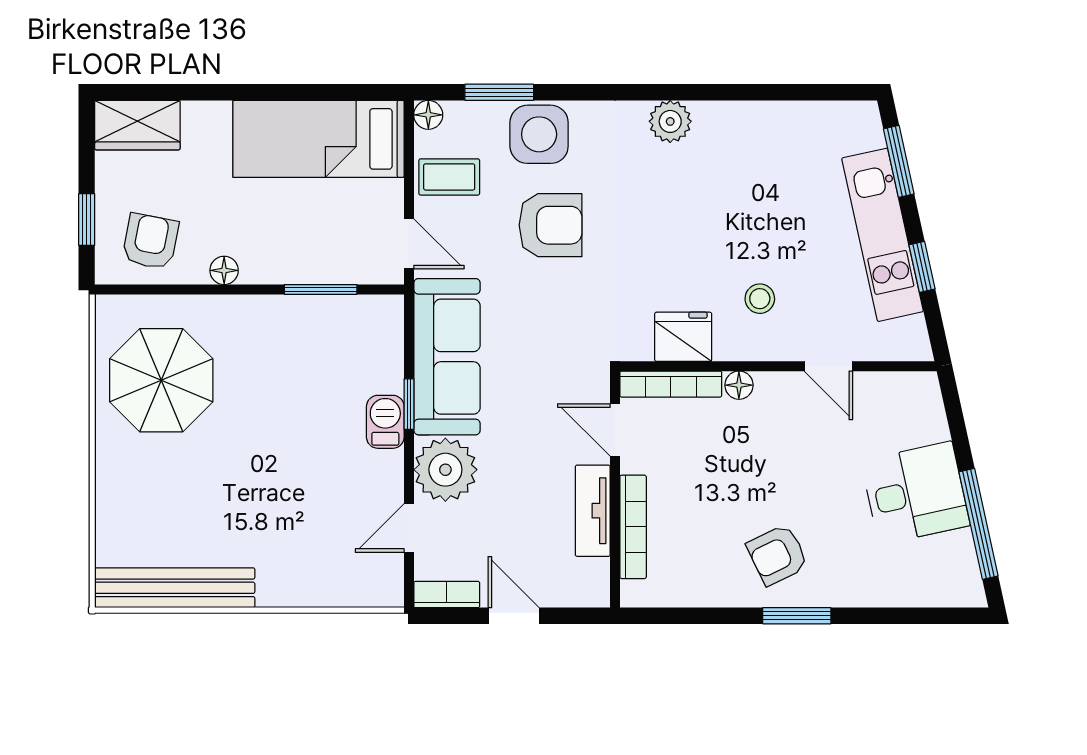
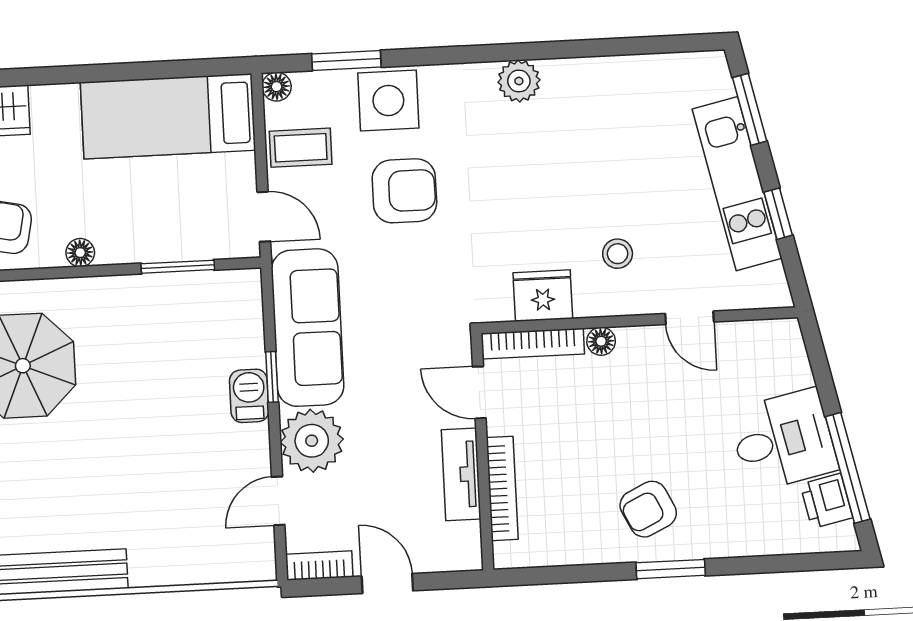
printer: (956, 556) -> (826, 501), added

